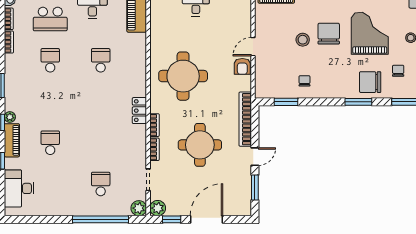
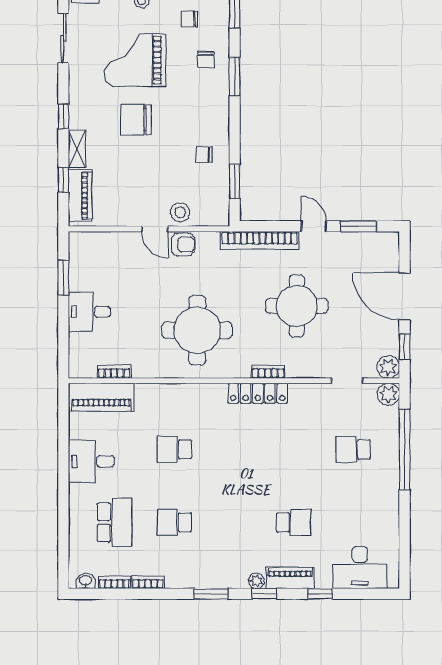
stool: (303, 40) -> (180, 212), moved
chair: (370, 82) -> (206, 60), width x0.54, depth x0.54
locker: (139, 111) -> (258, 393), width x1.53
school desk: (50, 143) -> (294, 522), turned 180
bookcase: (154, 149) -> (114, 372), moved

